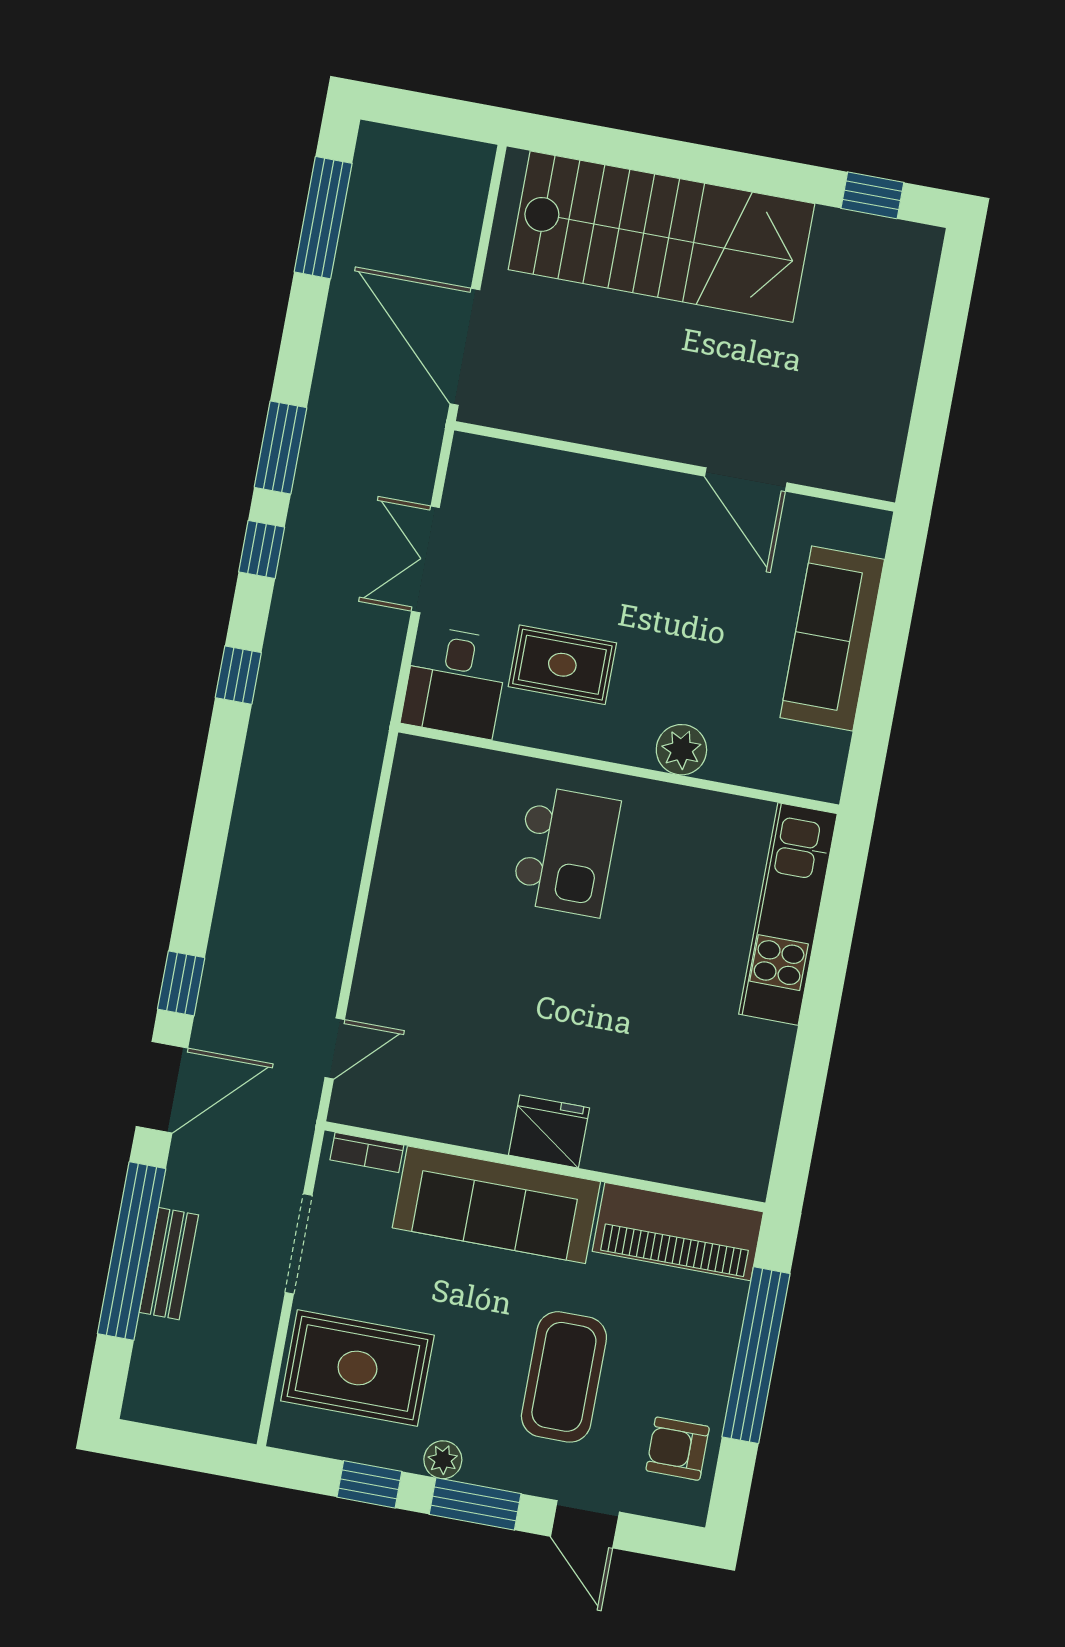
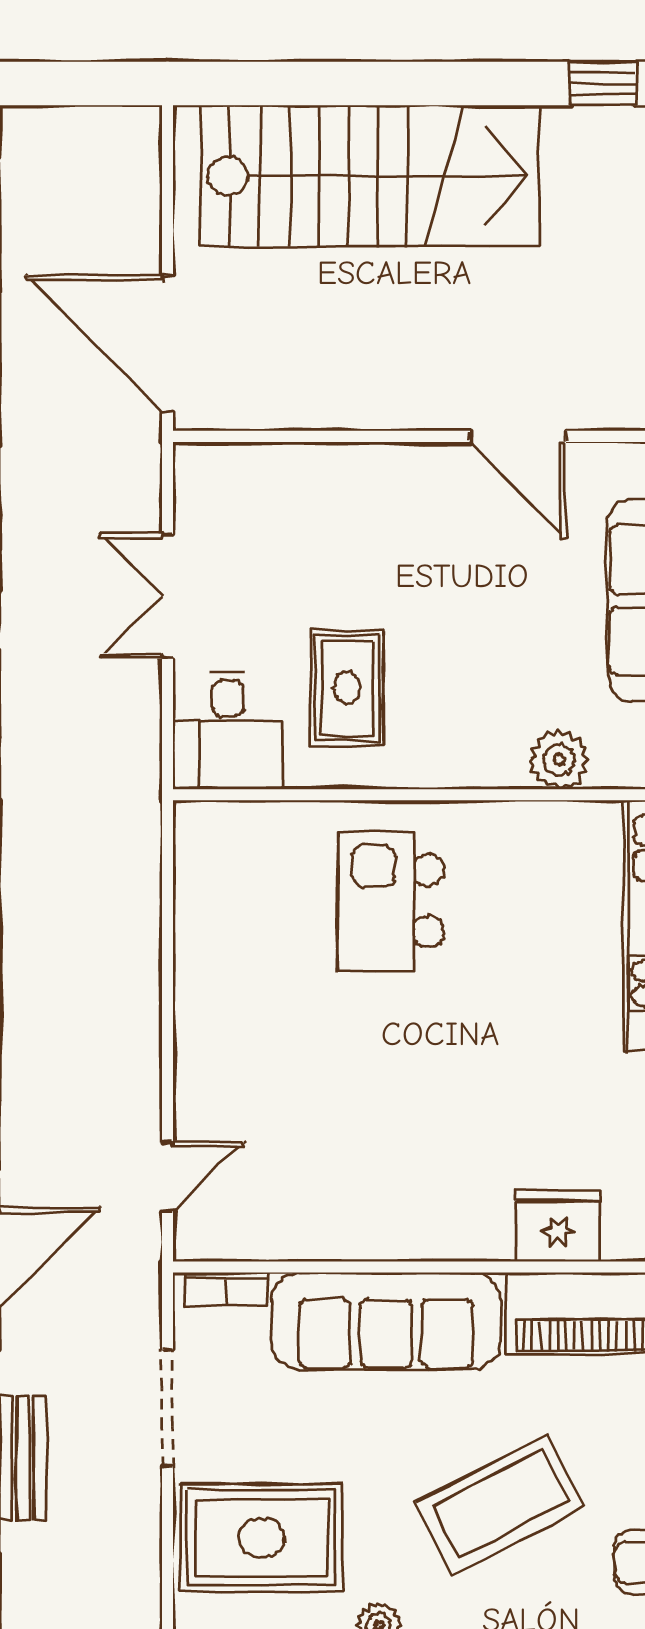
rug: (562, 665) -> (347, 688), turned 90
plant: (681, 750) -> (559, 760), moved
kitchen island: (566, 851) -> (391, 901), turned 180
fridge: (549, 1131) -> (558, 1226), moved
coffee table: (564, 1377) -> (500, 1504), turned 63

